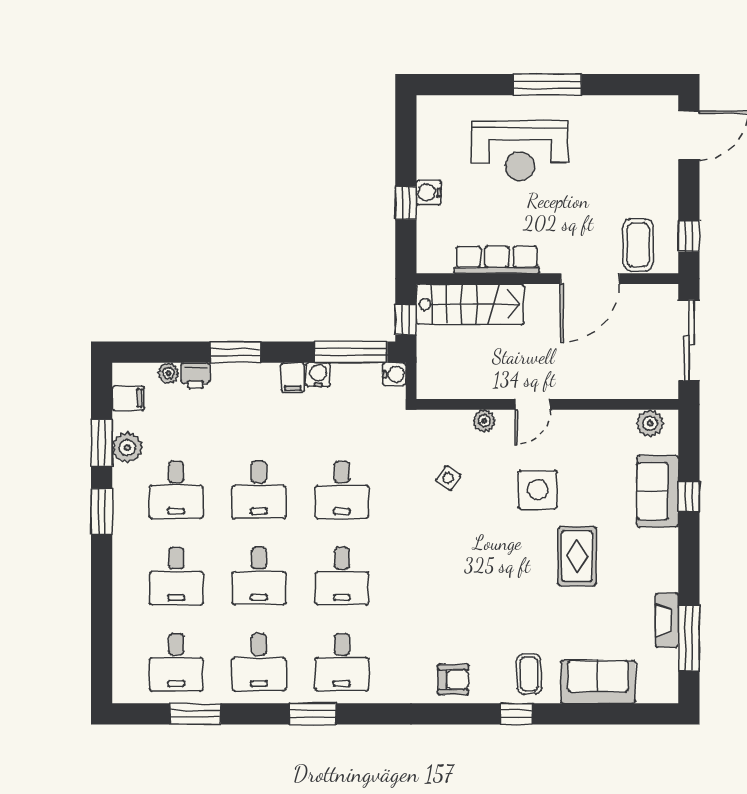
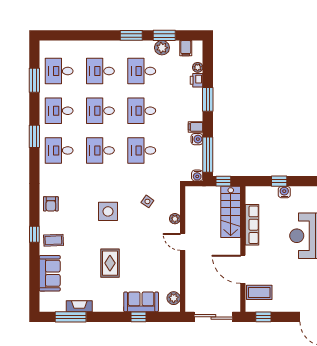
side table: (538, 490) -> (108, 211), moved
rug: (577, 556) -> (110, 263), turned 90

